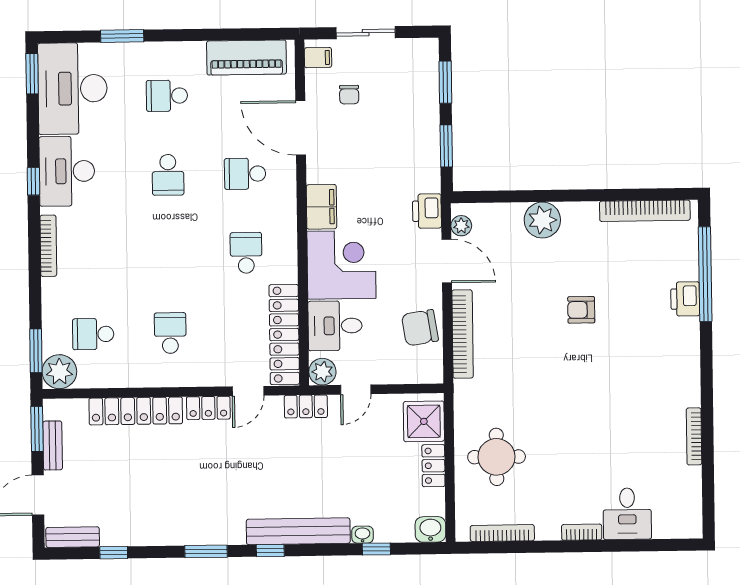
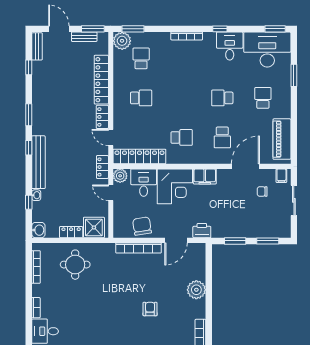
desk: (67, 171) -> (230, 46), width x0.73
school desk: (245, 174) -> (222, 137), turned 180
plant: (461, 226) -> (194, 248), removed

